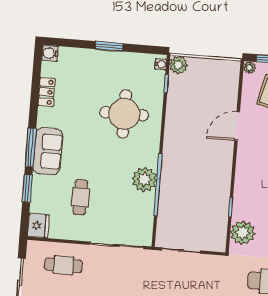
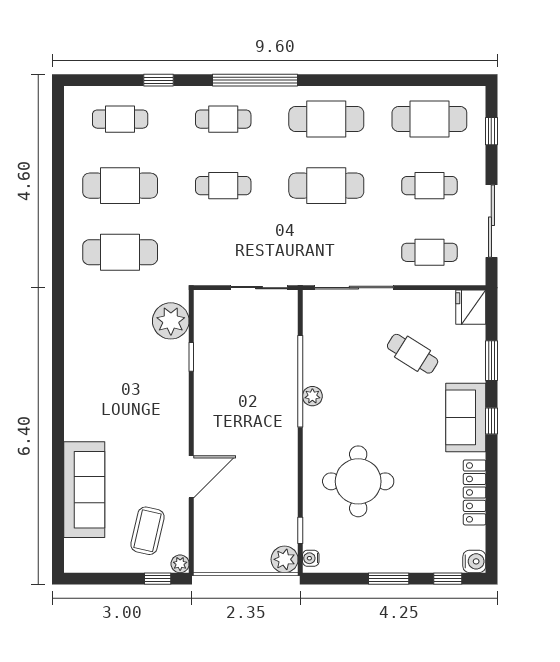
window: (69, 43) -> (448, 579), added
locker: (47, 92) -> (475, 492), width x1.53
window: (31, 147) -> (491, 421), width x0.46
plant: (144, 179) -> (312, 396), width x0.53, depth x0.53
cafe table: (80, 197) -> (413, 354), turned -58

